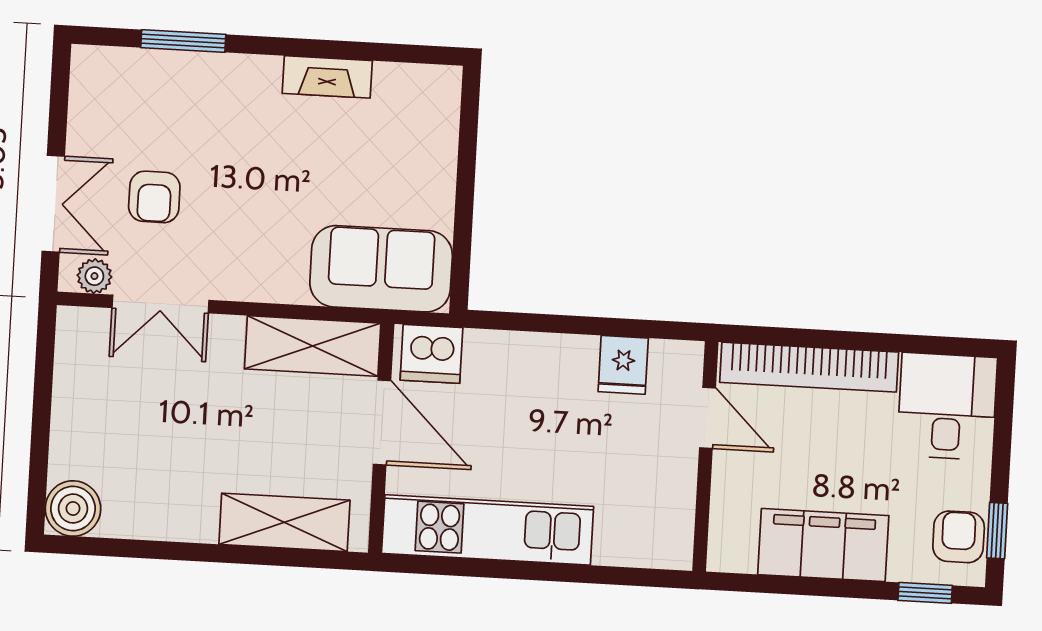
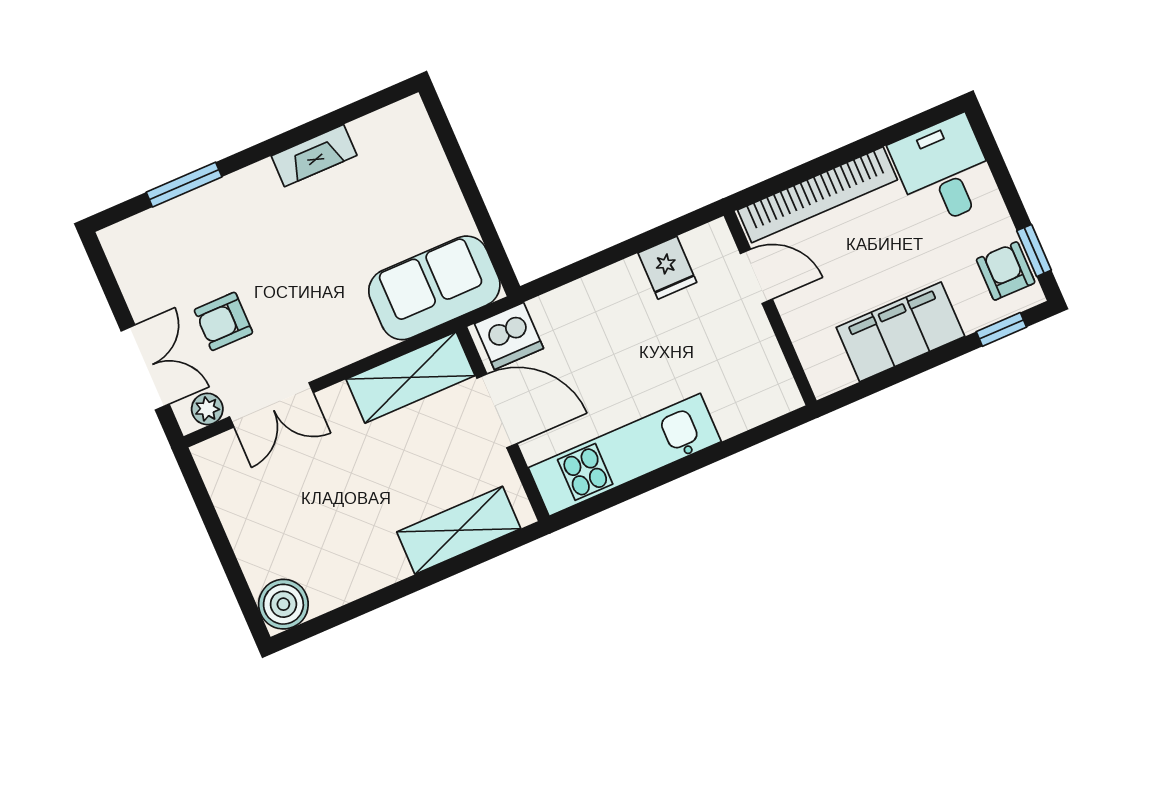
armchair: (154, 197) -> (223, 321), turned 90

